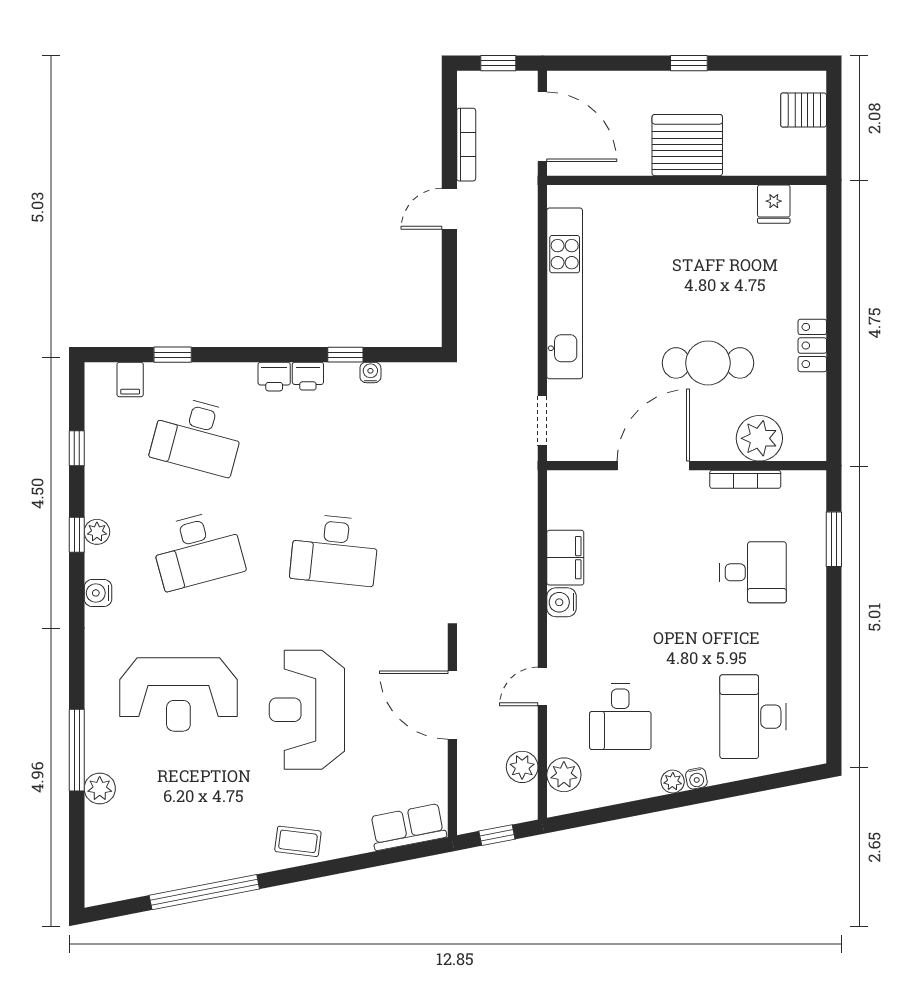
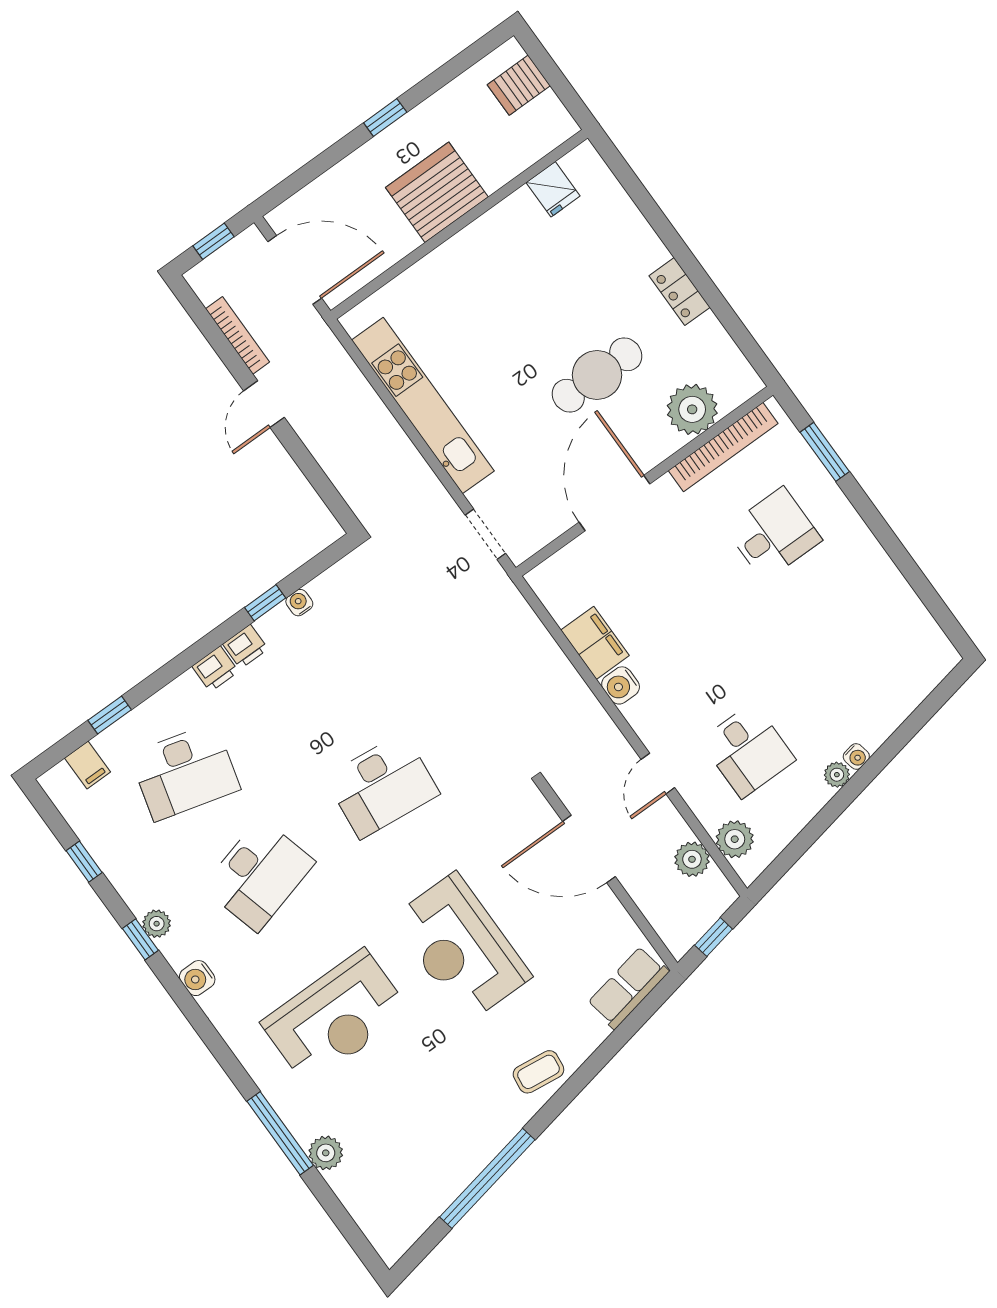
bookcase: (745, 479) -> (723, 447), width x1.48, depth x1.31
desk: (753, 717) -> (867, 664), removed

